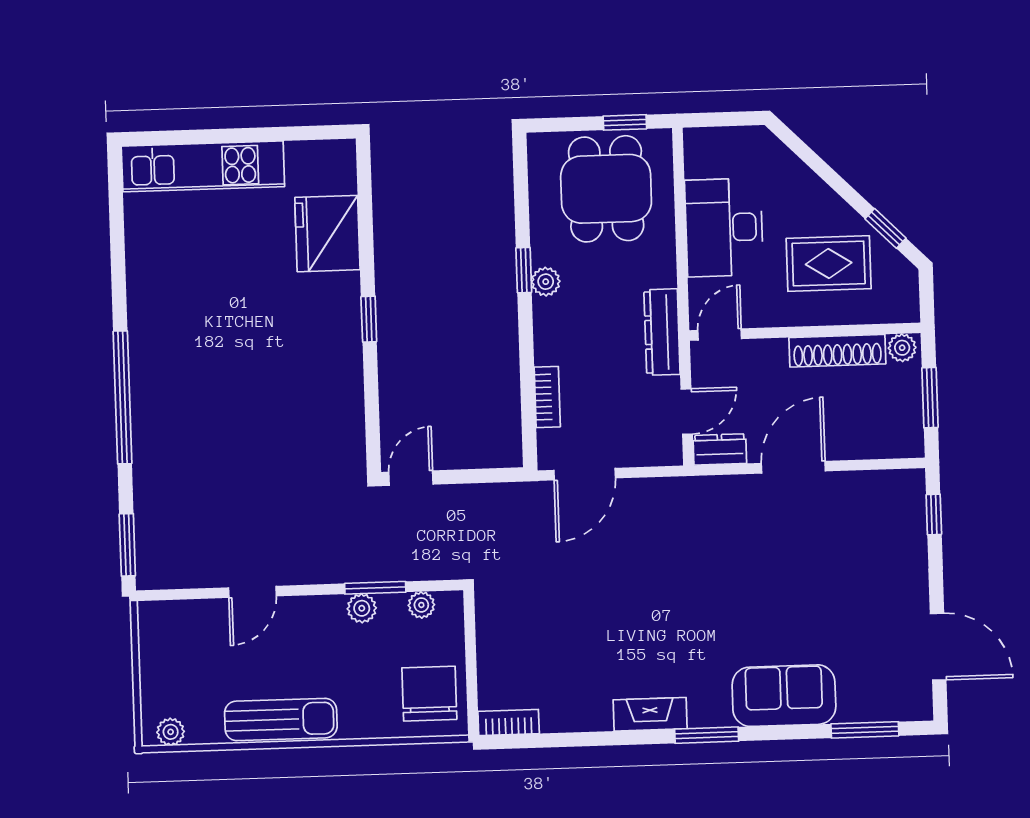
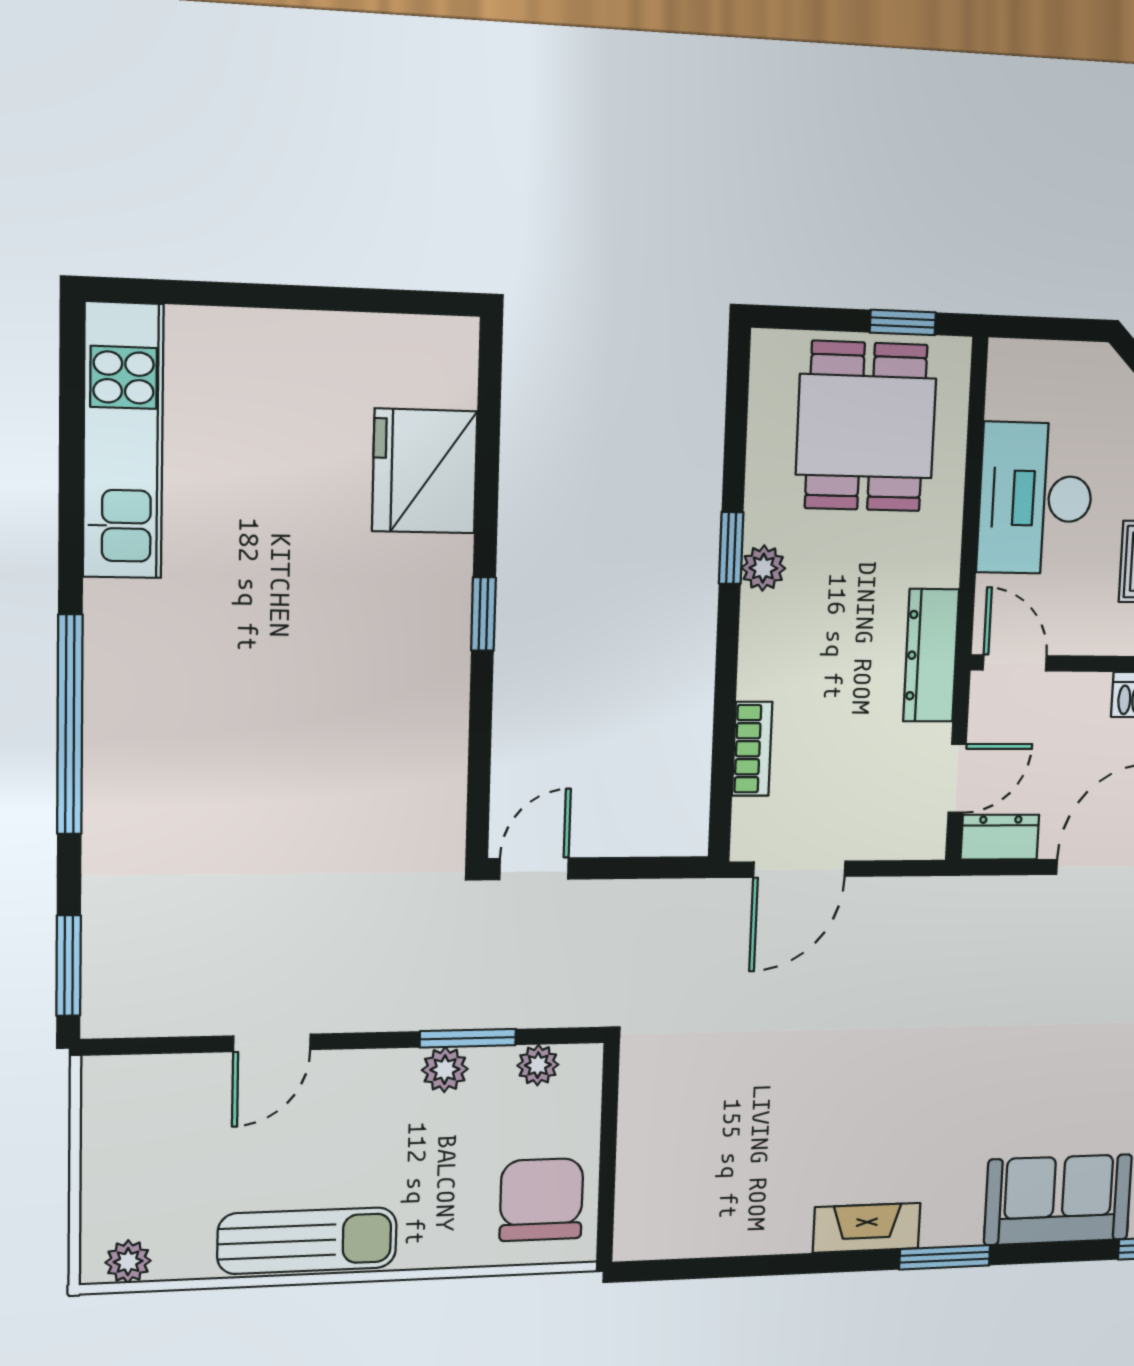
kitchen unit: (203, 166) -> (123, 441), moved, turned -90
door: (720, 334) -> (1015, 663), hinge flipped
bookcase: (509, 722) -> (658, 1242), removed

